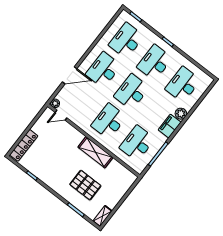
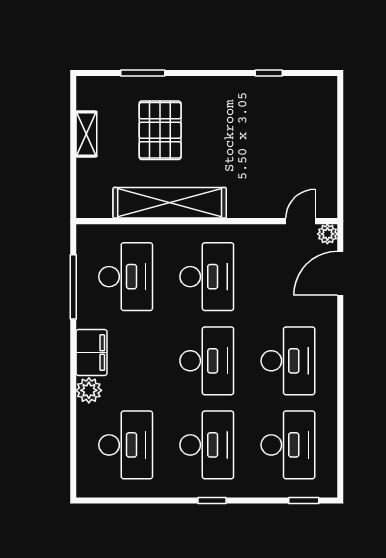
door: (70, 75) -> (340, 273), moved
locker: (24, 145) -> (325, 116), removed
shelving: (95, 152) -> (170, 203), width x1.47
pallet: (85, 185) -> (160, 130), turned 90
shelving: (103, 216) -> (86, 134), moved

